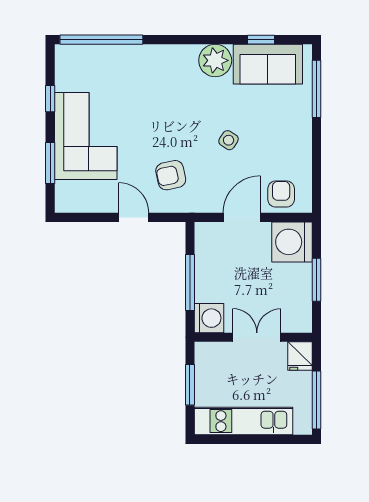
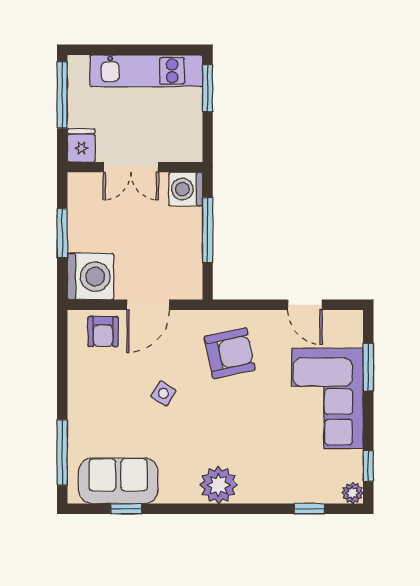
window: (101, 40) -> (309, 509), width x0.32
plant: (64, 53) -> (352, 493), added
plant: (215, 60) -> (218, 485), moved
window: (50, 99) -> (368, 466), moved
armchair: (171, 175) -> (230, 353), width x1.38, depth x1.38
door: (134, 217) -> (305, 305), moved
window: (190, 385) -> (208, 88), moved

